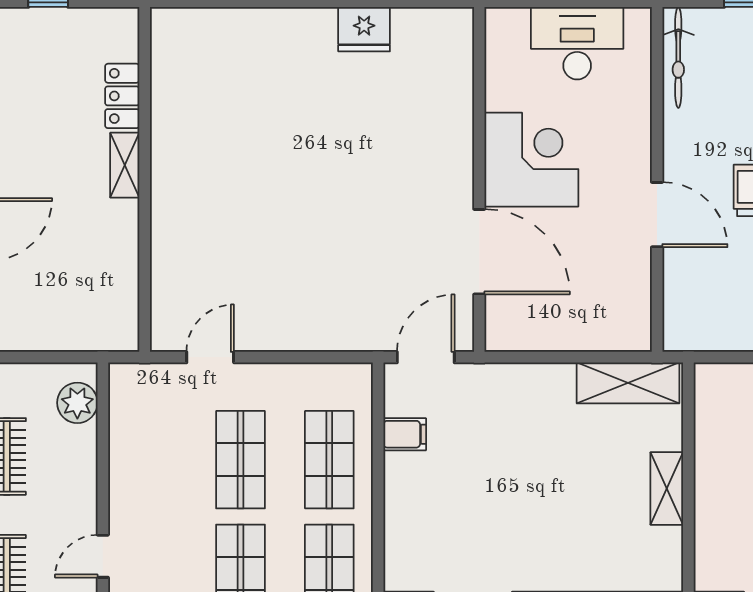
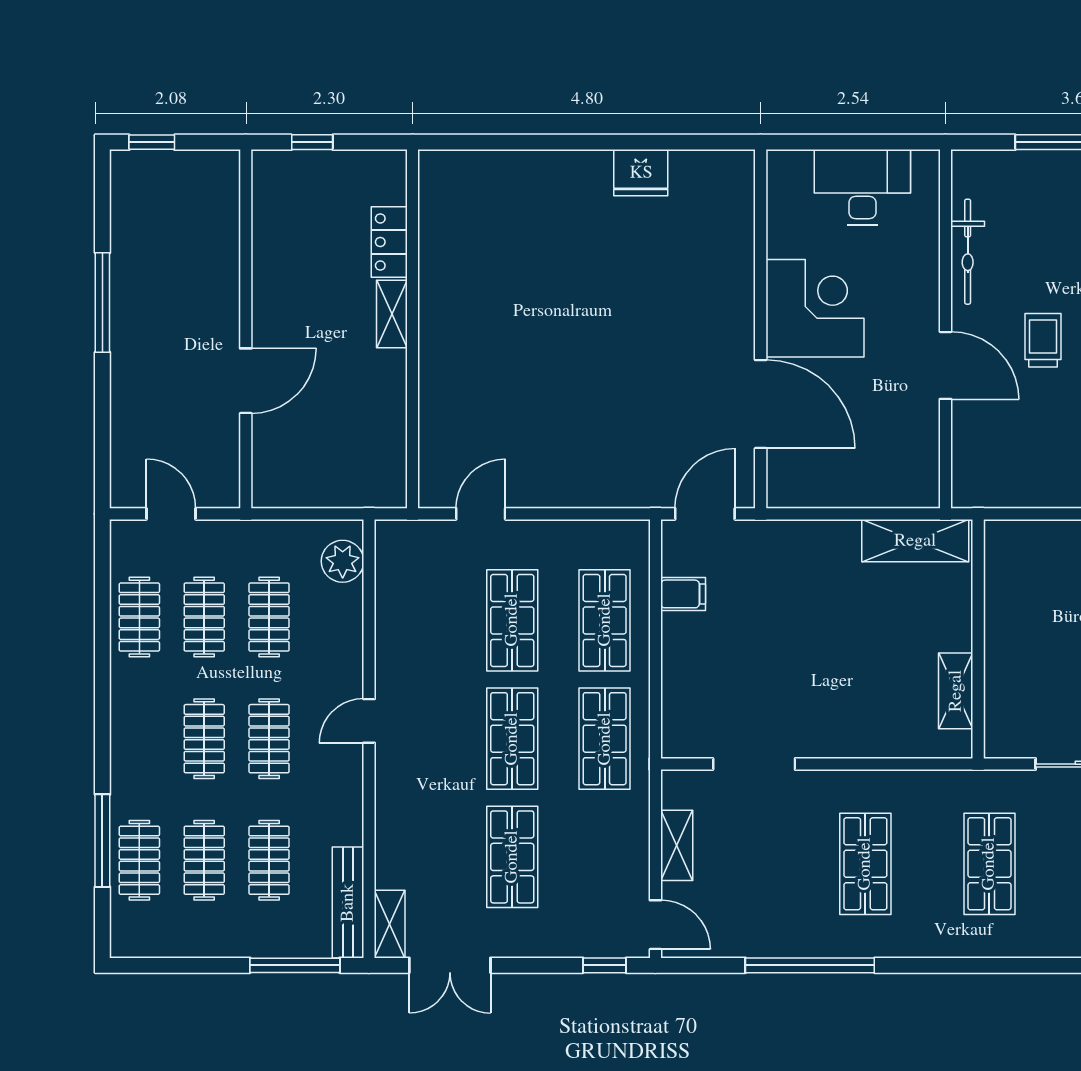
bicycle: (678, 57) -> (968, 252), moved
shelving: (667, 489) -> (956, 691), moved

